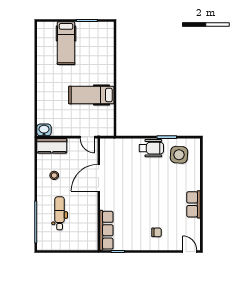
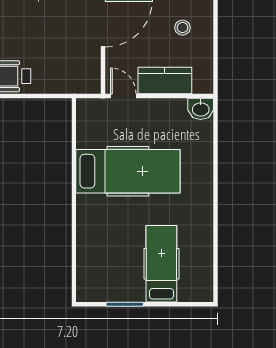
hospital bed: (91, 95) -> (128, 171), width x1.37, depth x1.29
kitchen counter: (52, 146) -> (165, 81), moved

